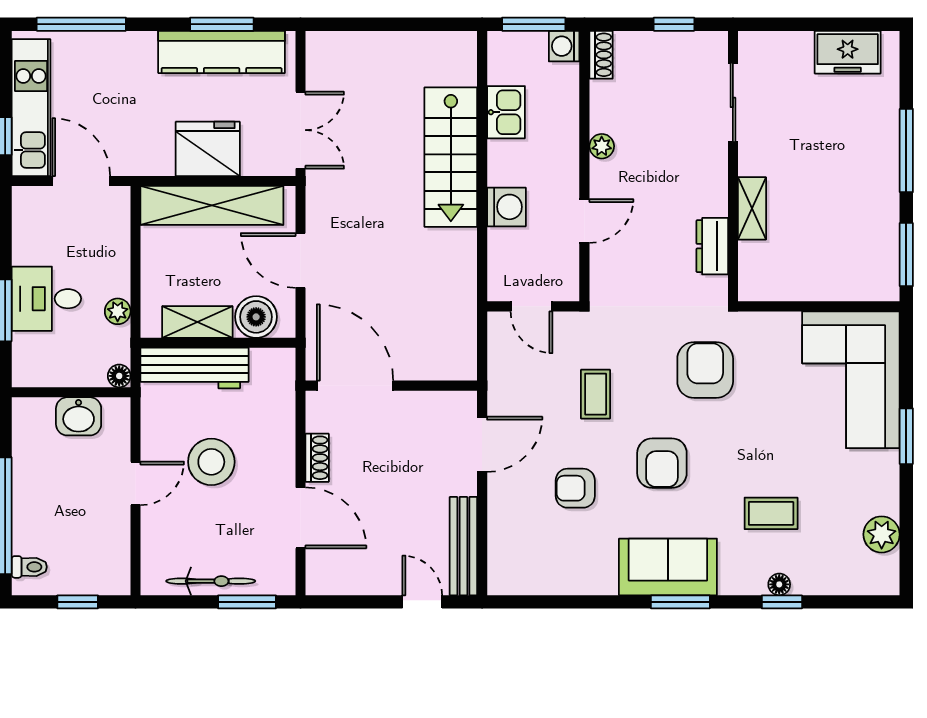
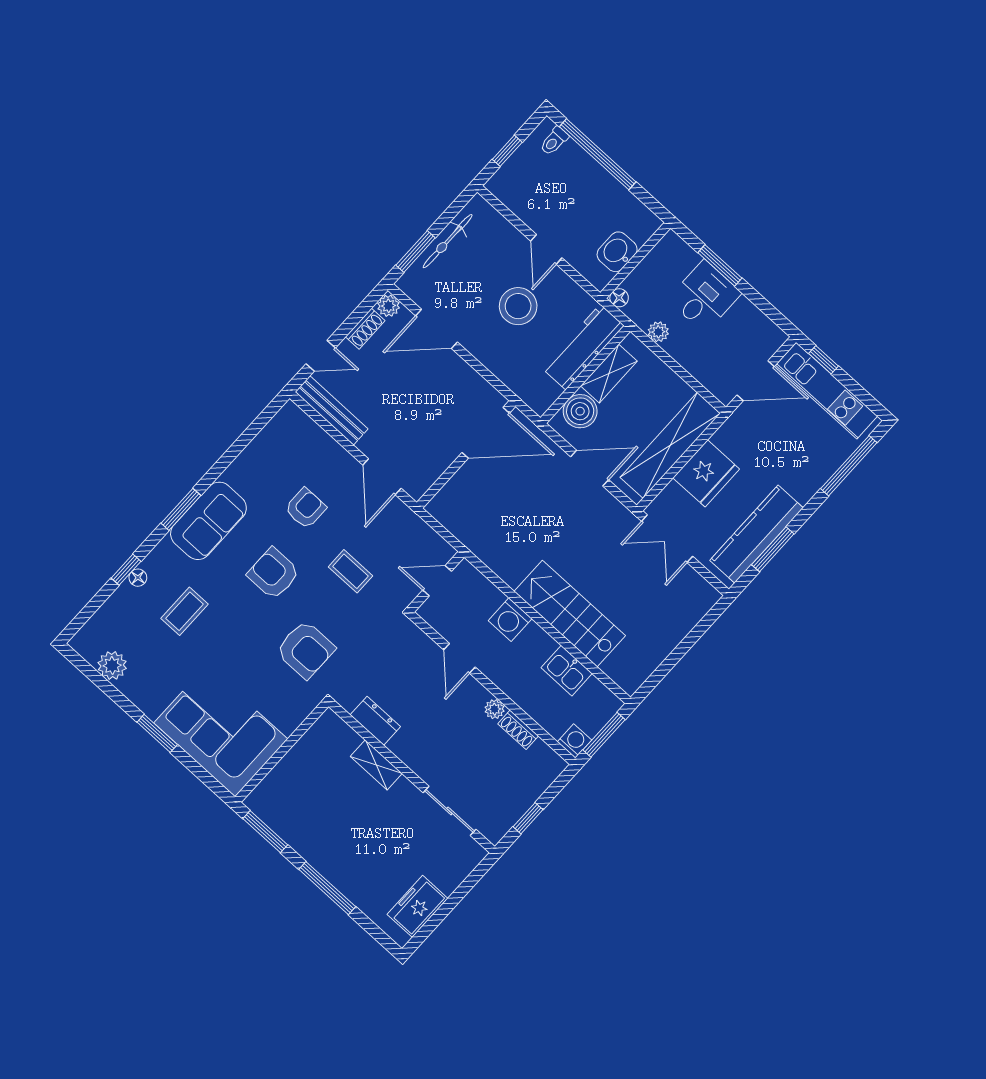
shoe rack: (601, 55) -> (518, 730), moved
shoe rack: (317, 458) -> (365, 329), moved, turned -90
plant: (319, 581) -> (389, 306), added

